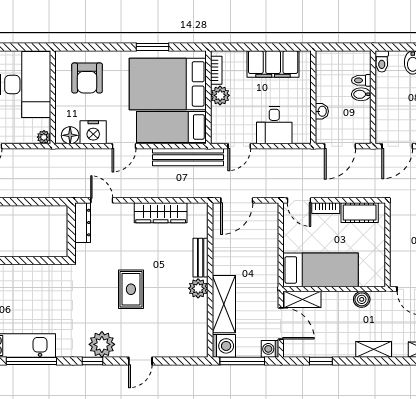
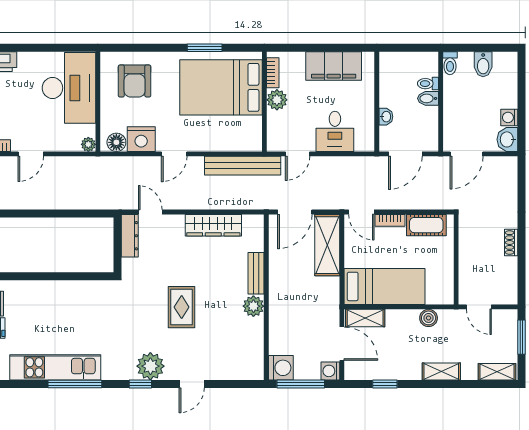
bed: (171, 127) -> (225, 133), removed
shelving: (224, 304) -> (327, 245), moved

